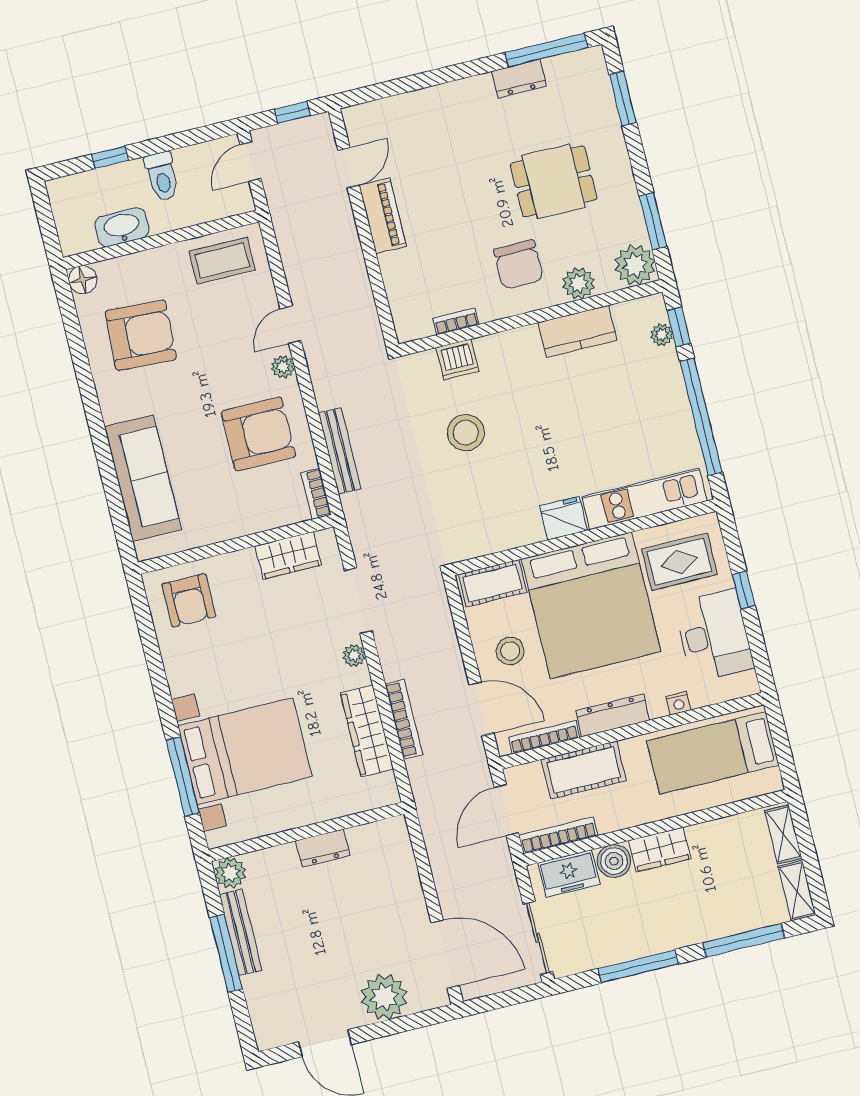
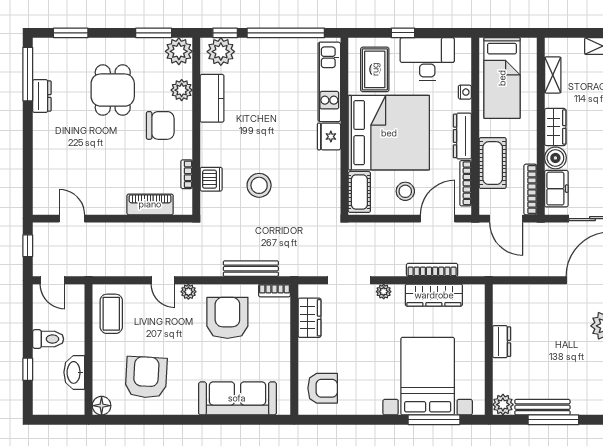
piano: (383, 216) -> (150, 204), moved
plant: (662, 335) -> (221, 52), width x1.87, depth x1.87
shelving: (783, 834) -> (553, 75), moved, turned 90

